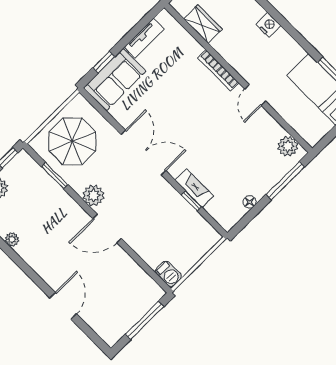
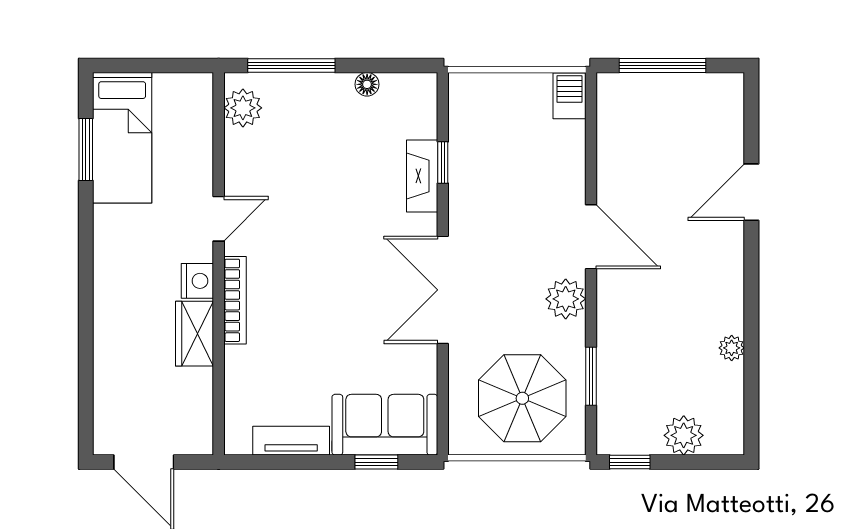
wardrobe: (203, 24) -> (195, 334), moved
nightstand: (269, 25) -> (197, 281), moved, turned 180

